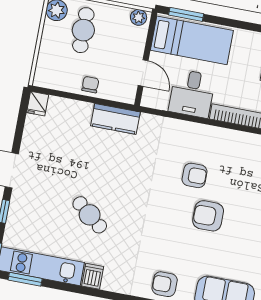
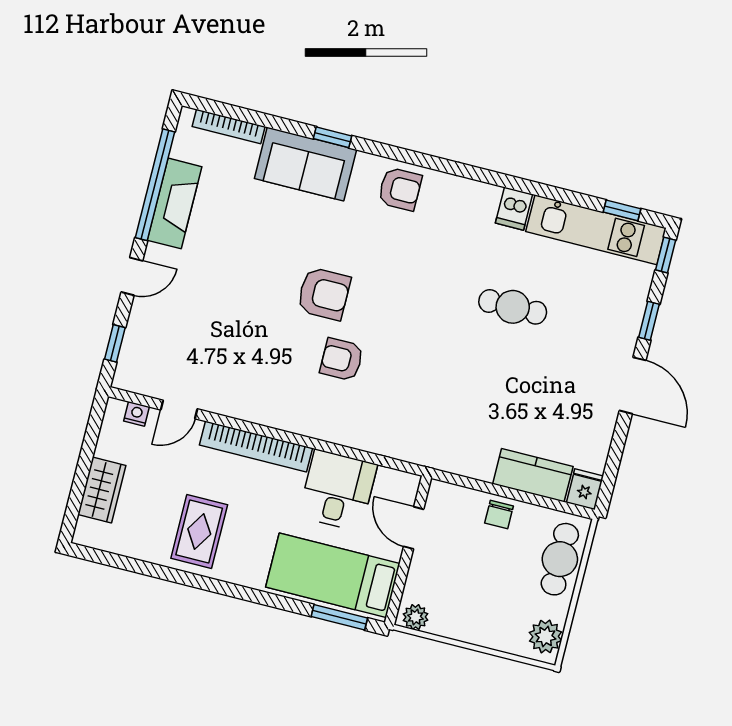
cafe table: (83, 30) -> (560, 559), moved
kitchen counter: (115, 119) -> (533, 475), moved
cafe table: (90, 215) -> (513, 307), turned -39
window: (25, 279) -> (622, 210), width x0.67

